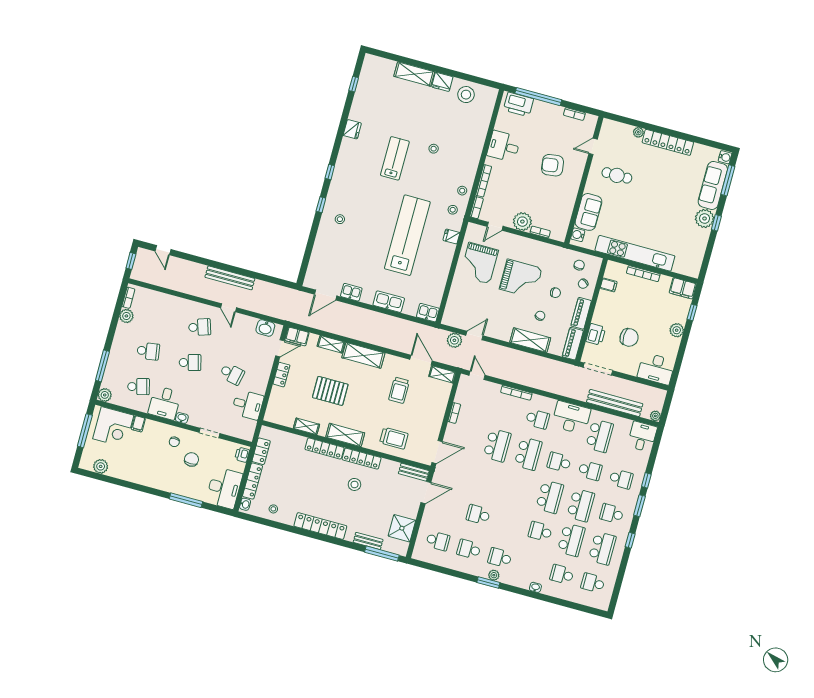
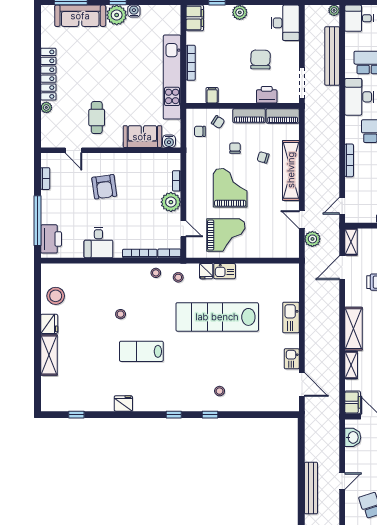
water cooler: (725, 157) -> (134, 11), moved
kitchen sink: (428, 313) -> (225, 271), moved, turned -90
shelving: (530, 340) -> (291, 170), width x1.47

